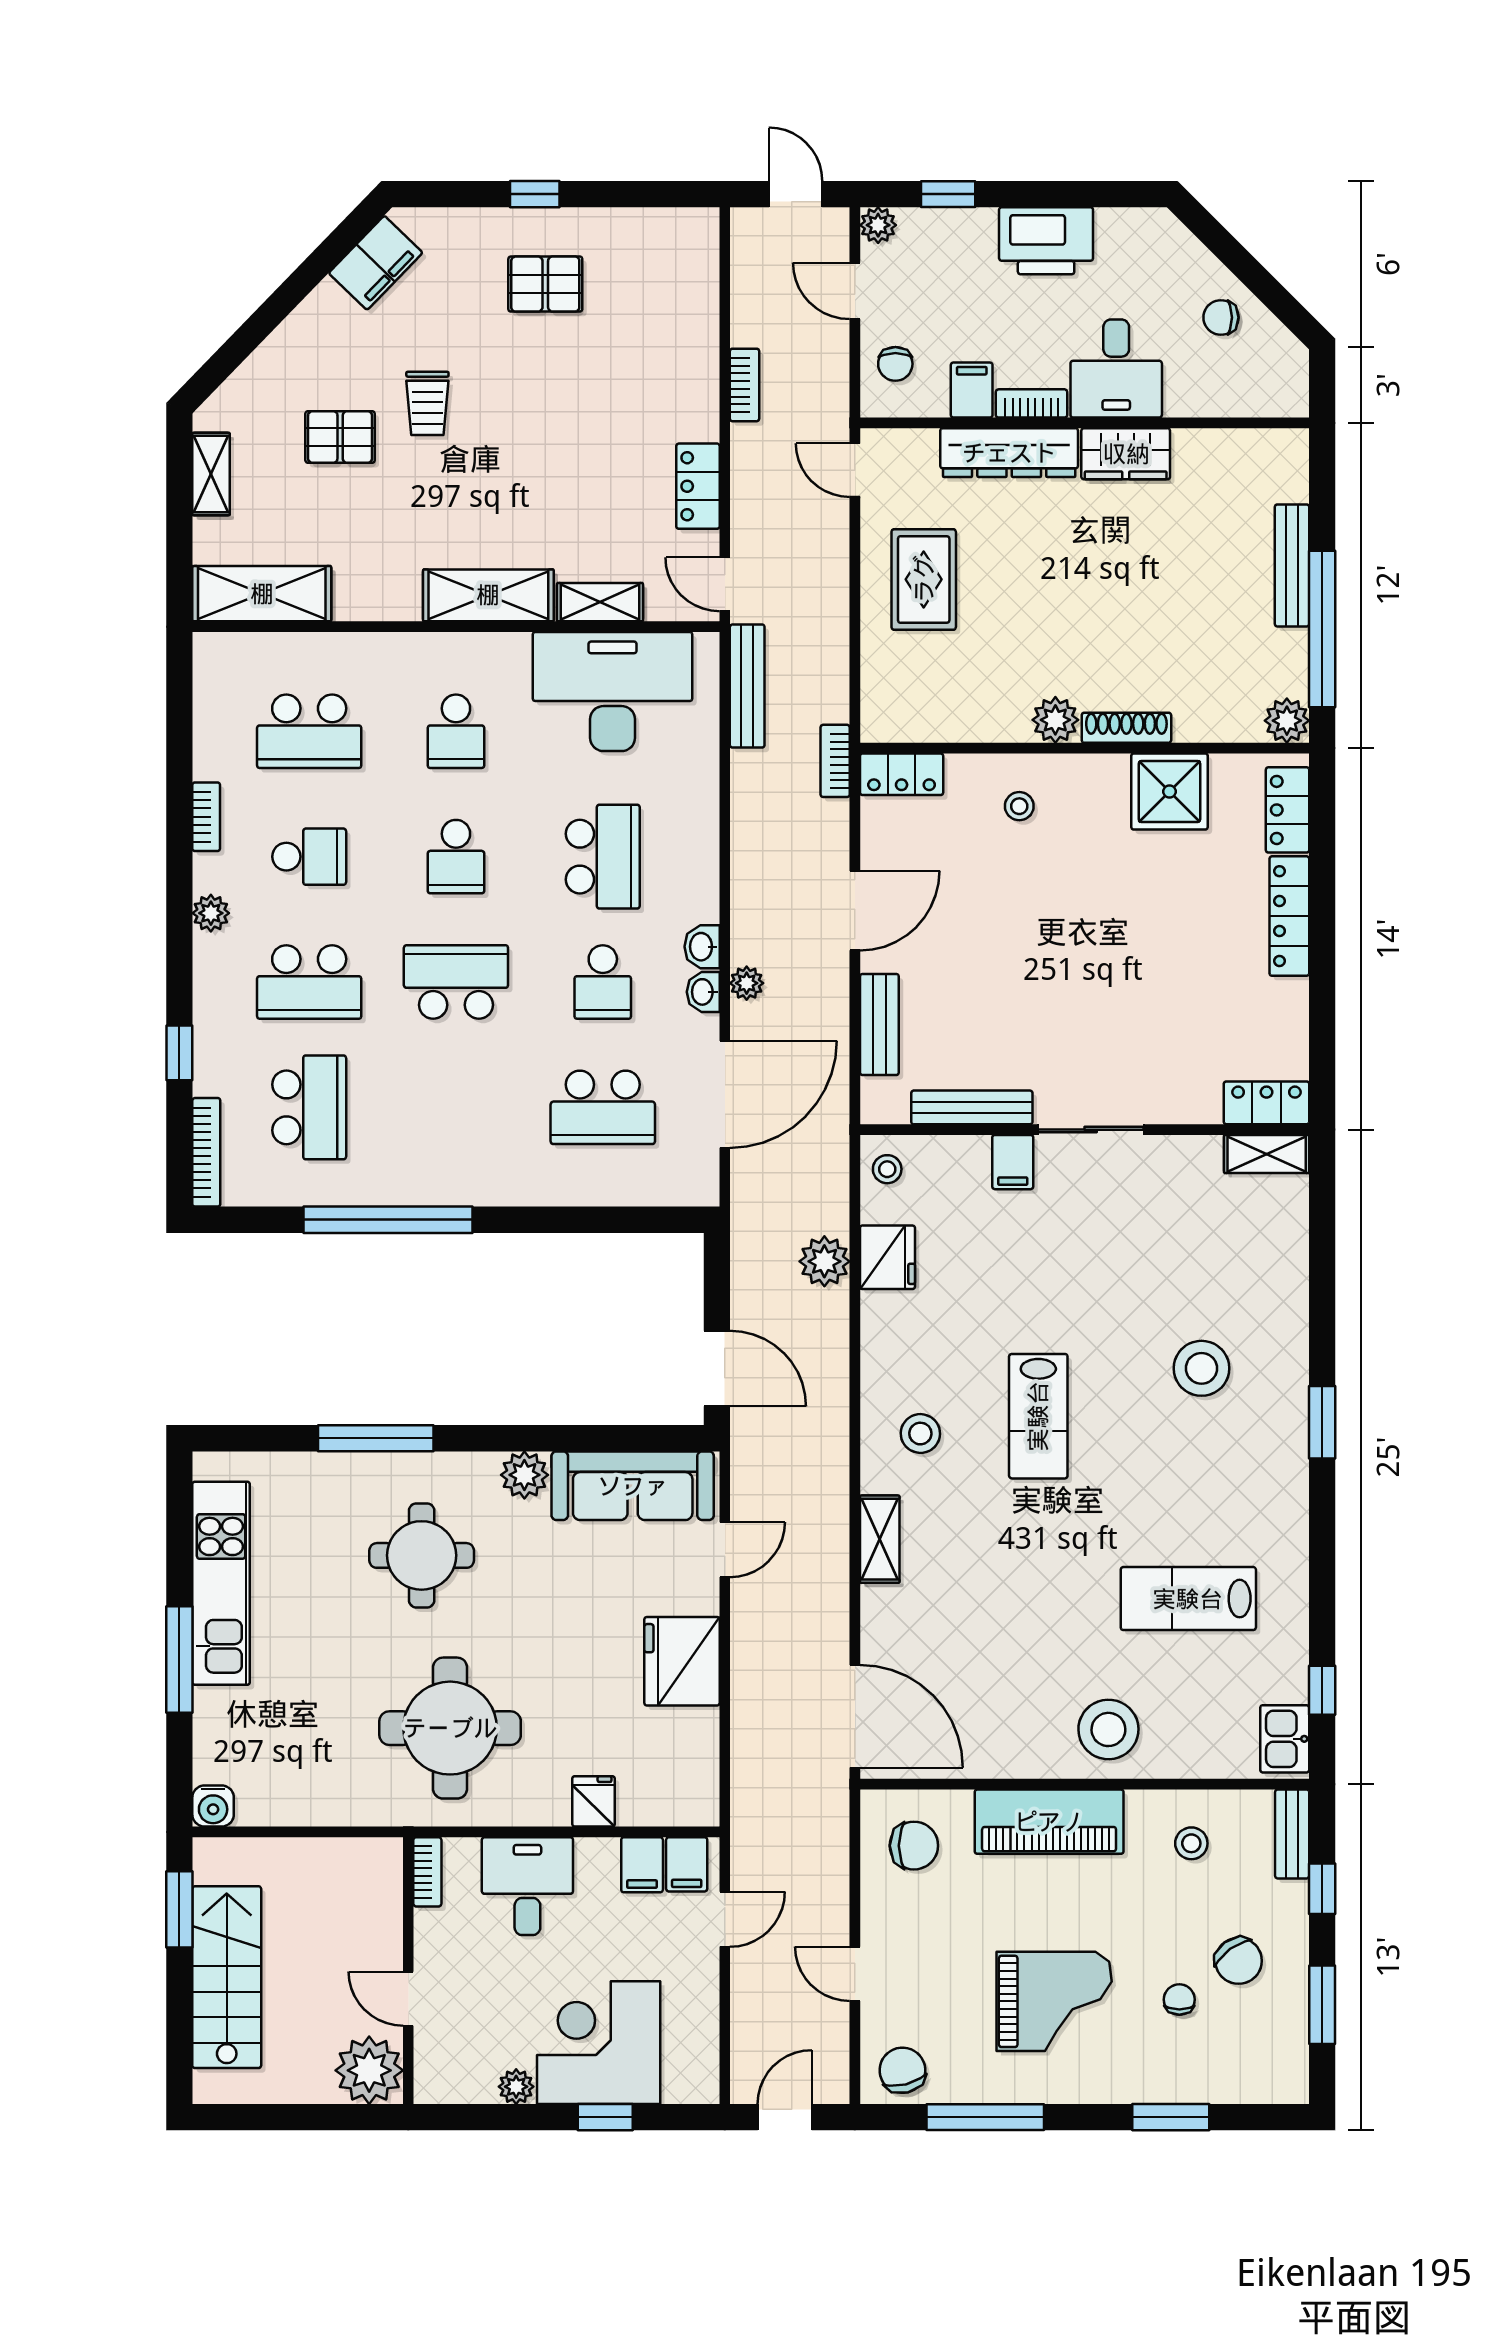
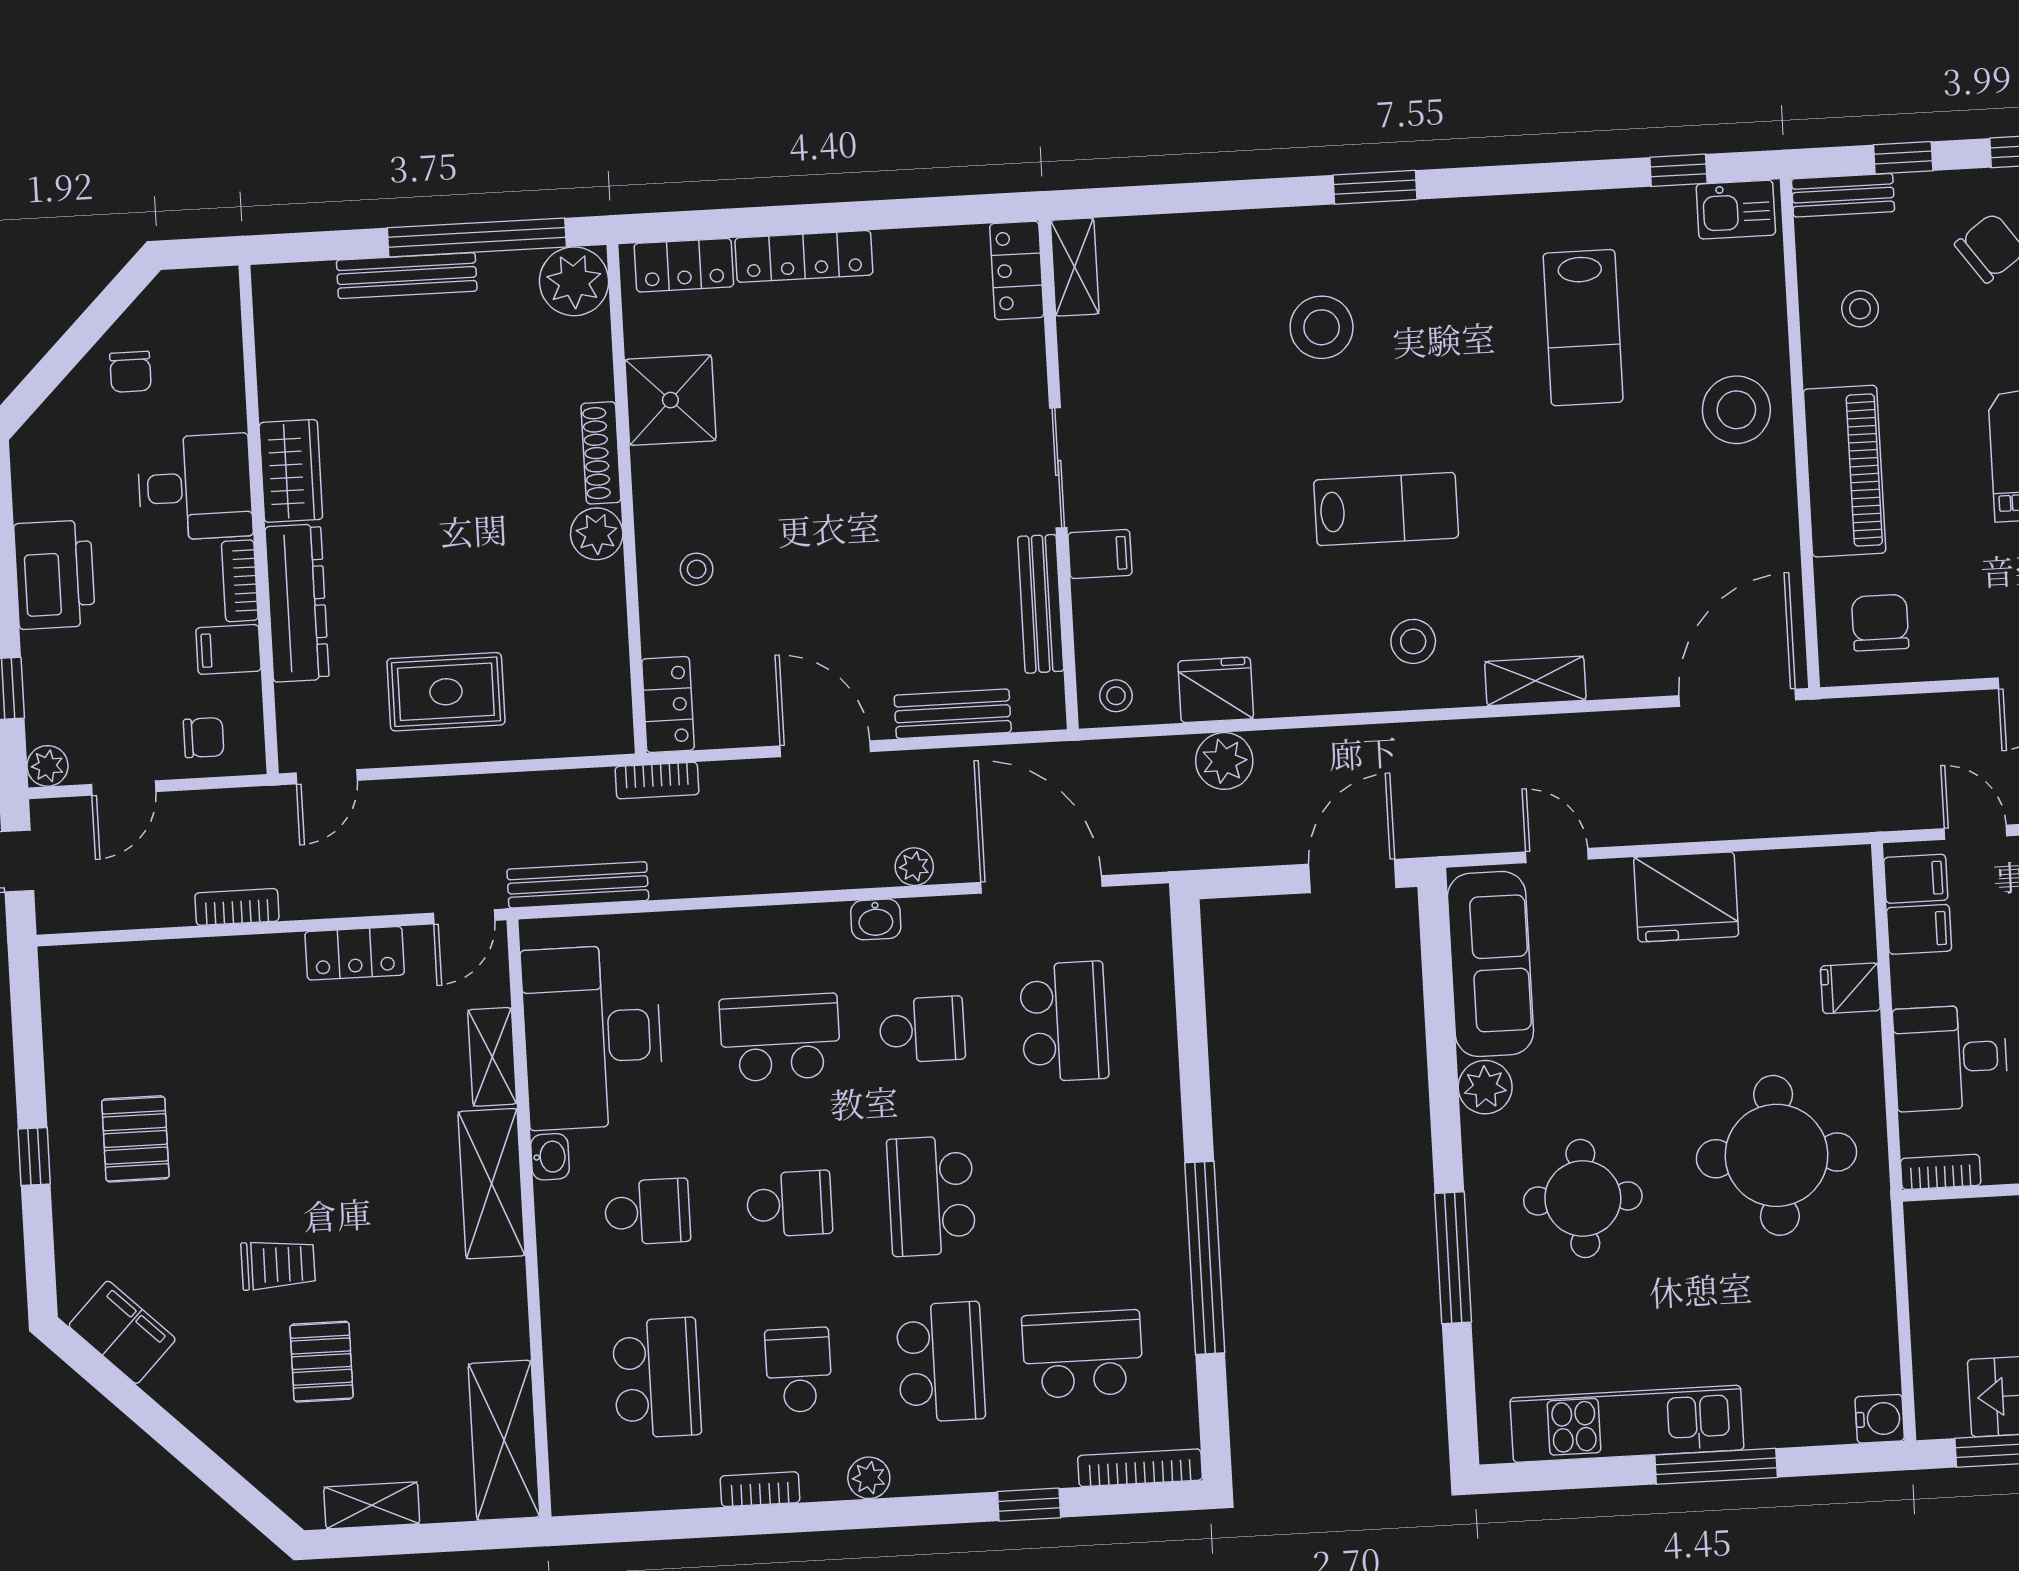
plant: (1287, 721) -> (574, 281), width x1.36, depth x1.36
washbasin: (703, 992) -> (550, 1157), moved, turned -90

